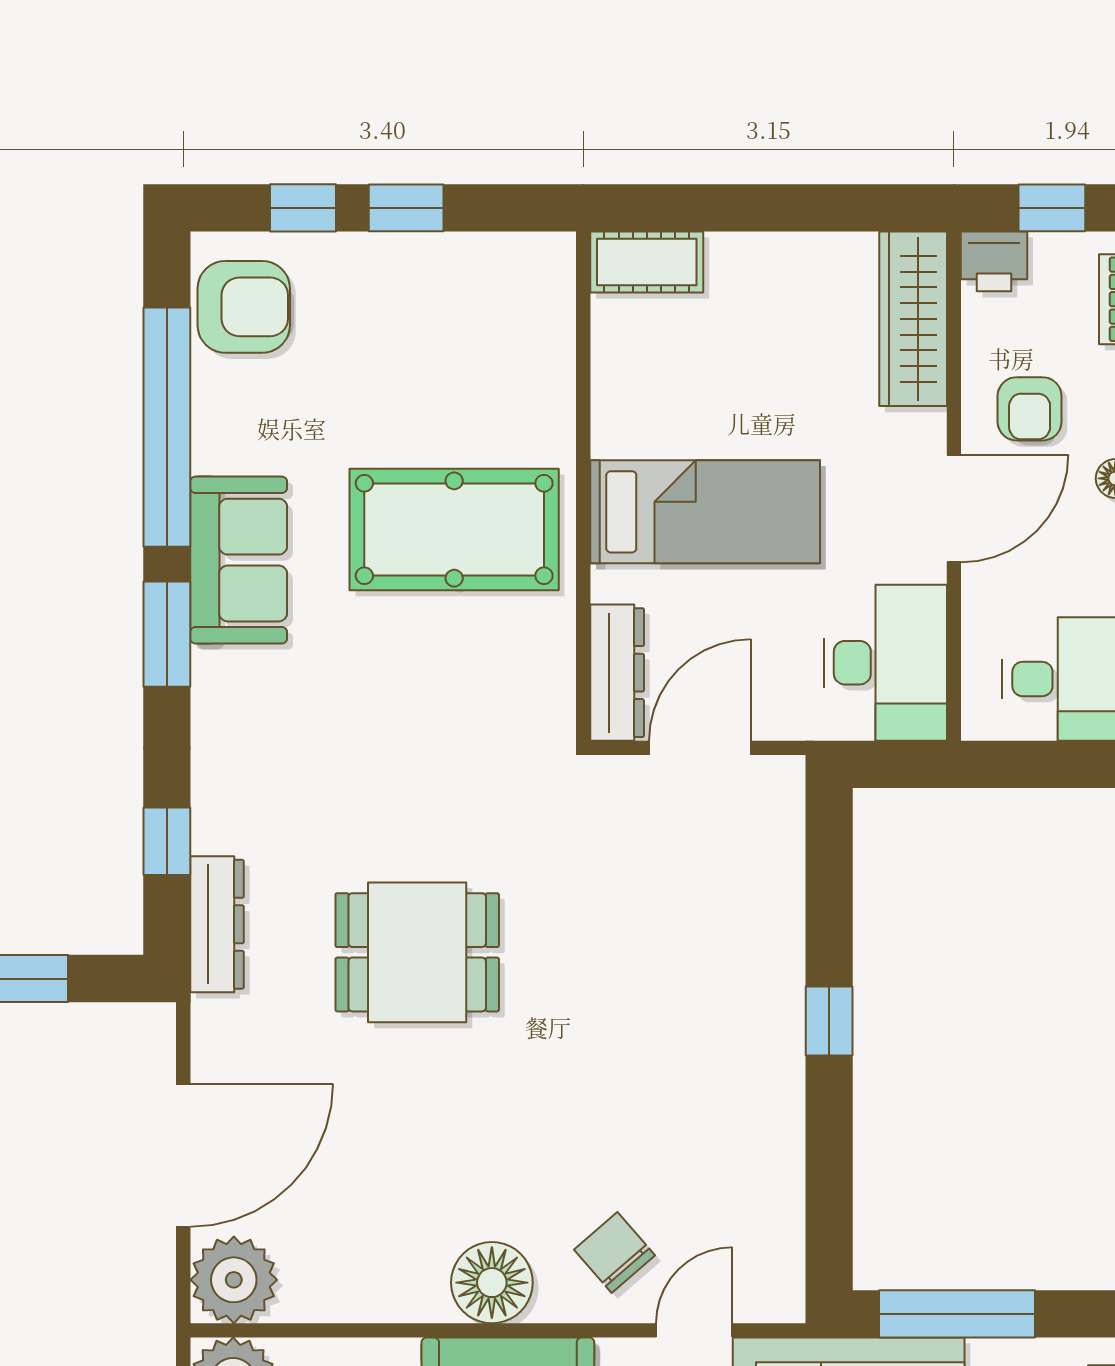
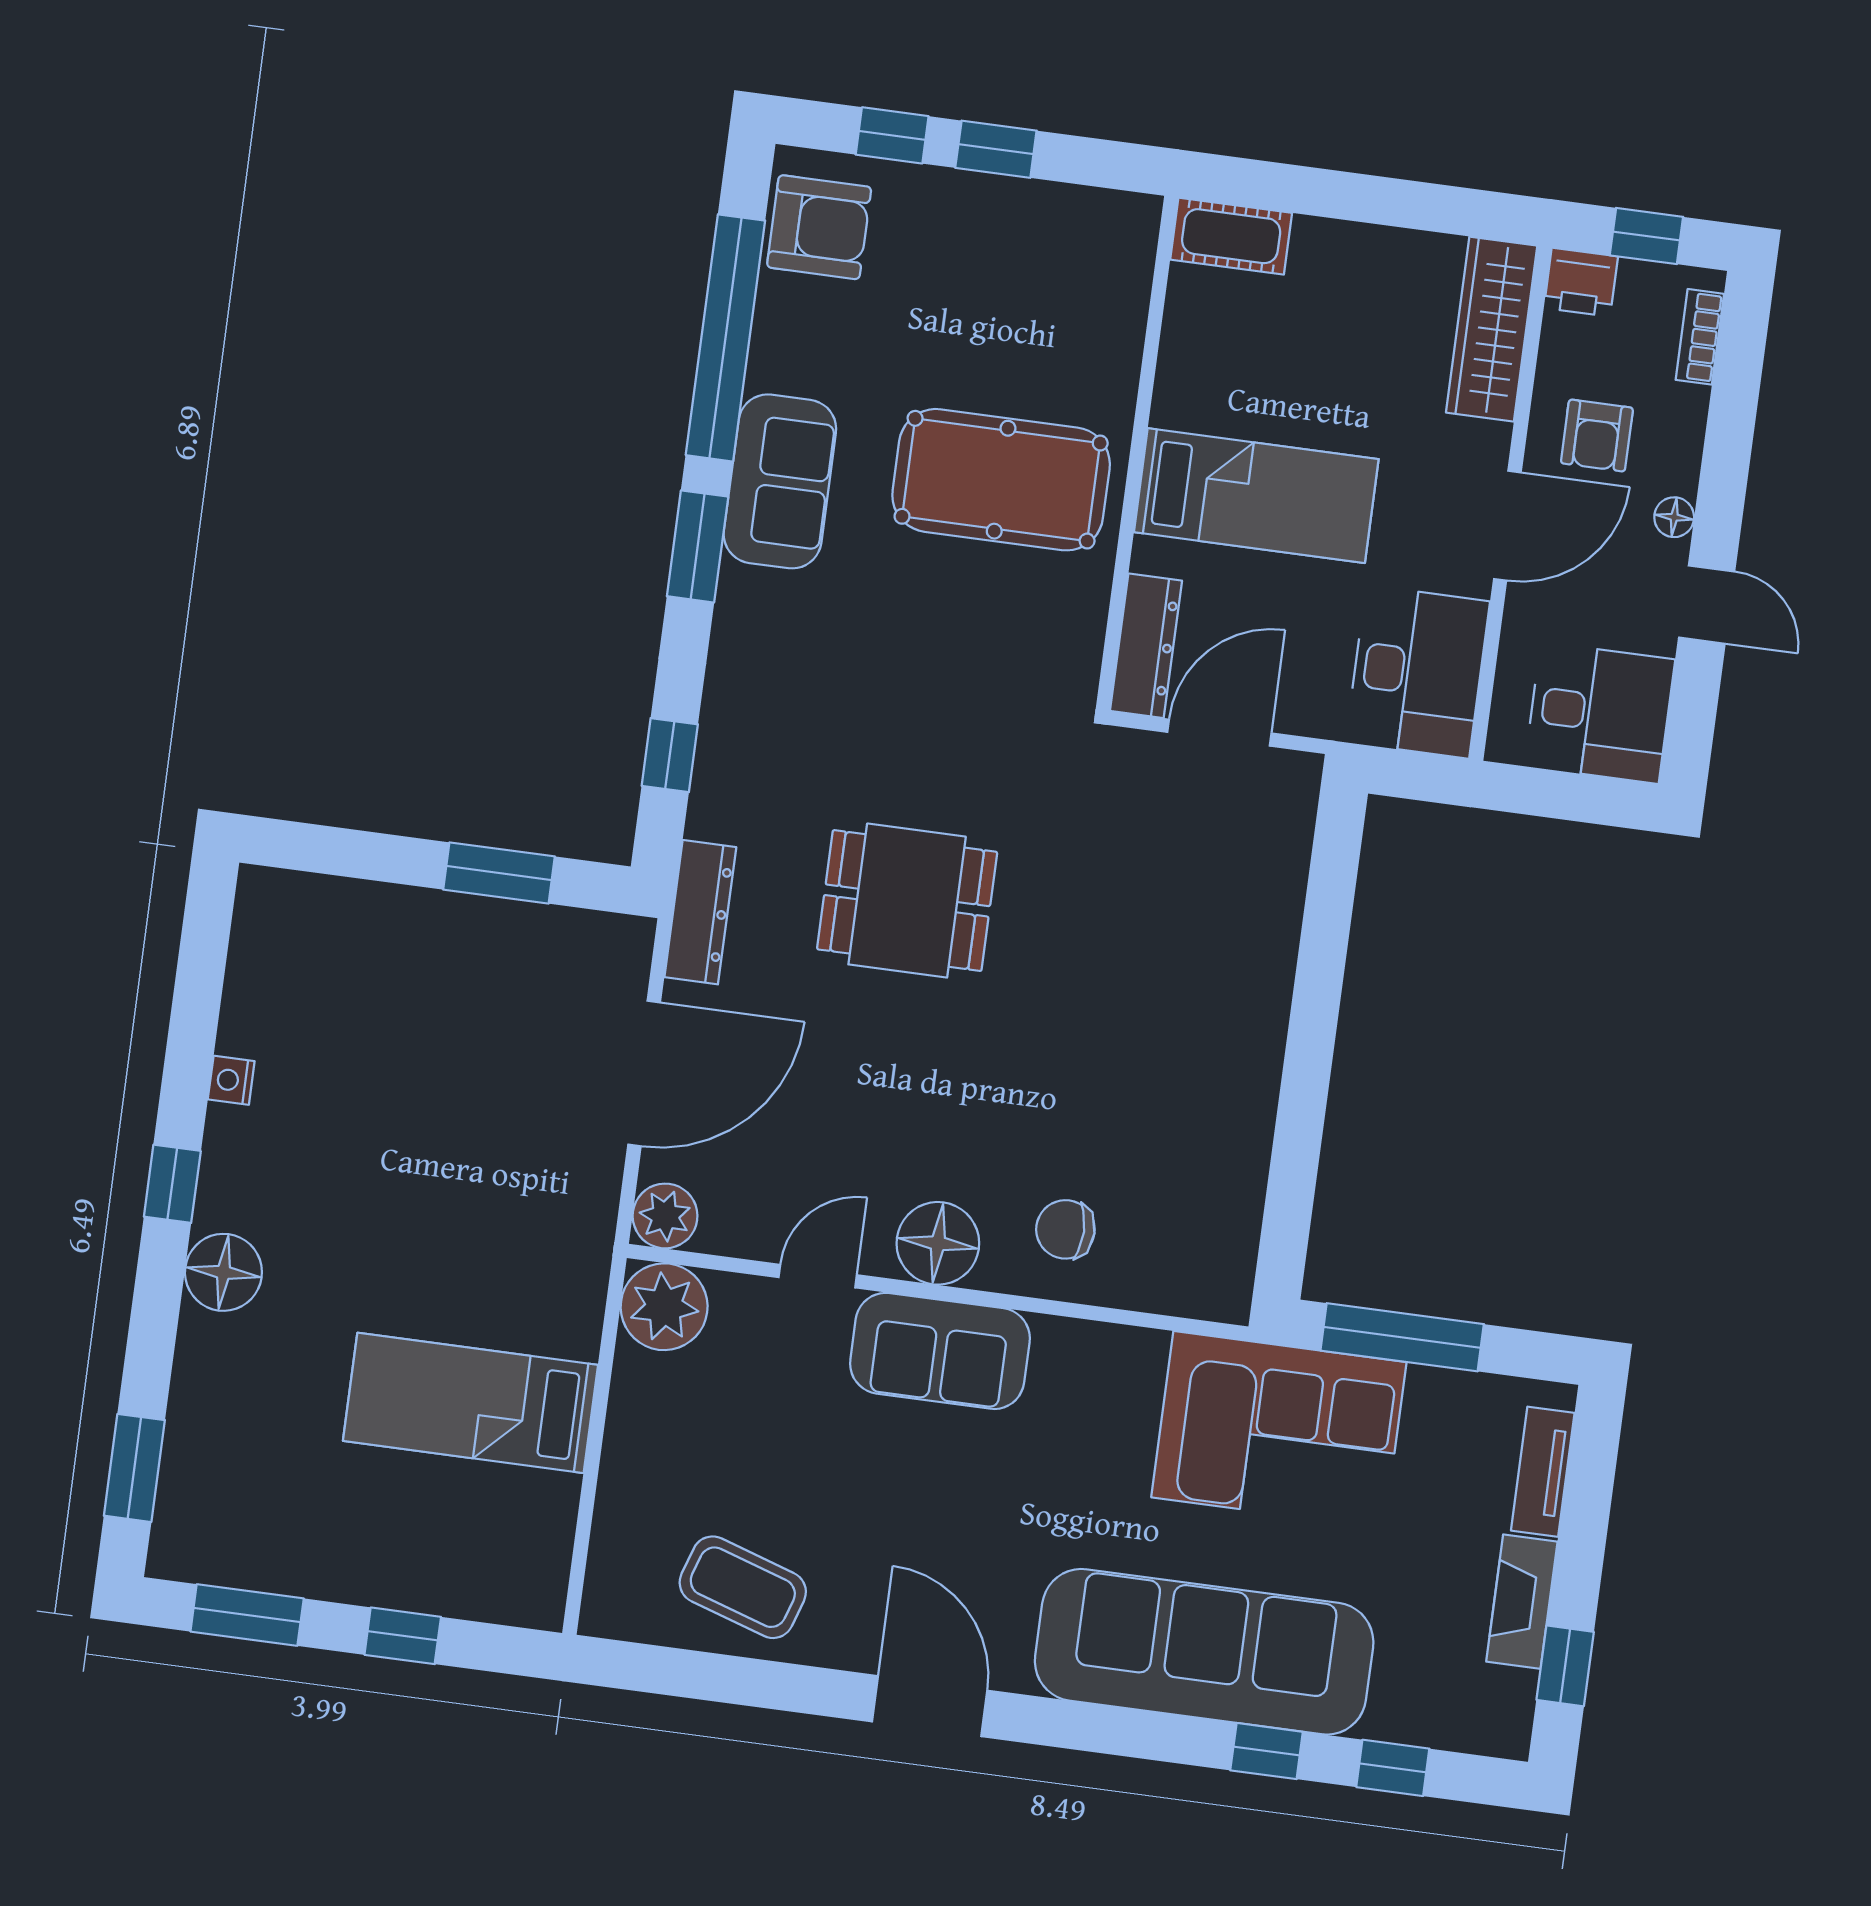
dresser: (217, 924) -> (700, 912), moved
window: (829, 1021) -> (1313, 1025), removed
chair: (615, 1252) -> (1065, 1229), turned -49
plant: (234, 1280) -> (665, 1216), width x0.73, depth x0.73
door: (694, 1330) -> (818, 1276), moved

